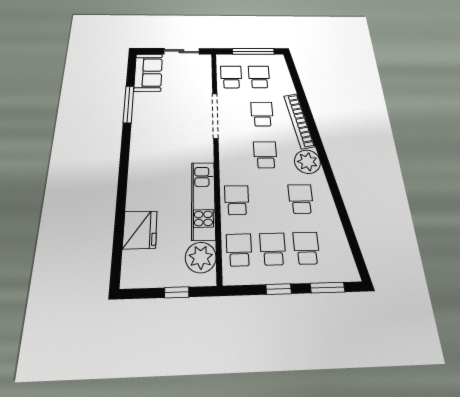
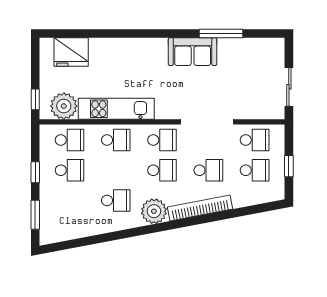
window: (253, 51) -> (289, 166), width x0.46
sofa: (148, 72) -> (193, 52), moved
fridge: (140, 230) -> (71, 52), moved
school desk: (306, 248) -> (162, 140), moved
window: (177, 292) -> (35, 99), moved

